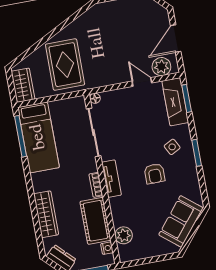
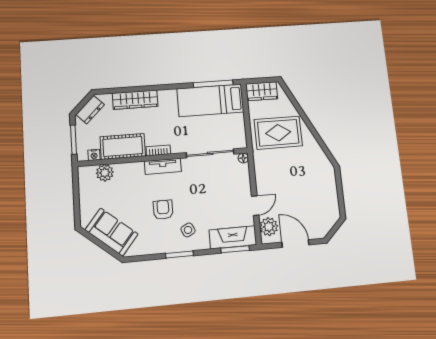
armchair: (155, 174) -> (163, 210), turned 90

